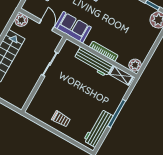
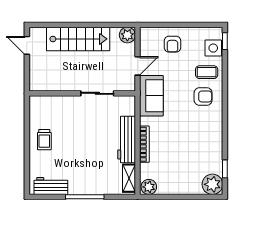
workbench: (98, 128) -> (51, 186), width x0.73

